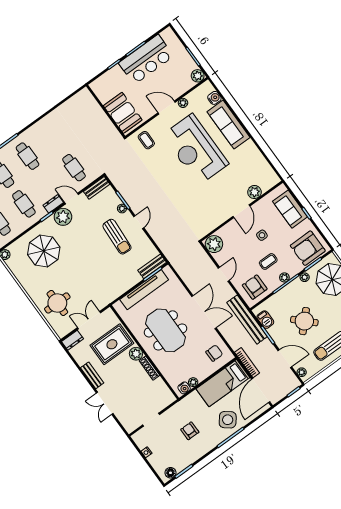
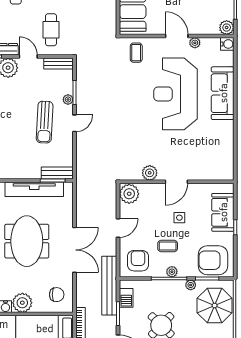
water cooler: (214, 98) -> (227, 44), moved
plant: (254, 192) -> (150, 173), moved
plant: (193, 382) -> (22, 303), width x1.87, depth x1.87

